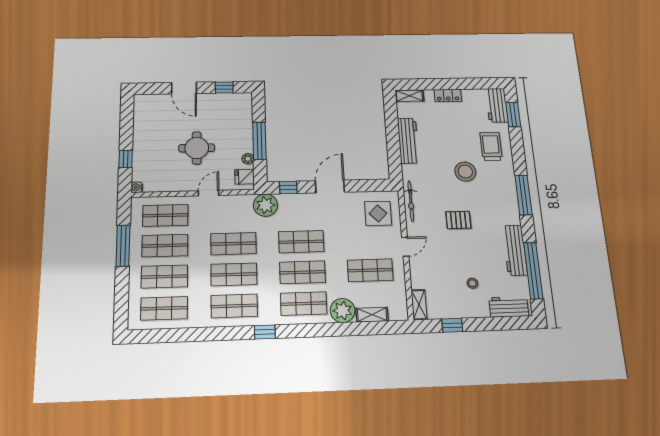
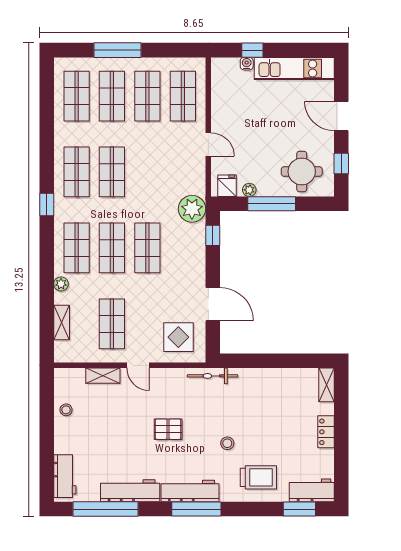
door: (184, 88) -> (341, 116), hinge flipped
kitchen unit: (143, 125) -> (294, 69), added
workbench: (408, 141) -> (190, 491), moved, turned 180
round table: (197, 148) -> (302, 172), moved
stool: (465, 172) -> (227, 443), width x0.53, depth x0.53
door: (330, 186) -> (213, 304), moved
water cooler: (137, 187) -> (247, 64), moved
bicycle: (411, 201) -> (212, 376), moved
pallet: (458, 220) -> (168, 429), turned 90
shop shelf: (233, 244) -> (147, 172), removed
window: (123, 246) -> (118, 50), moved
stool: (472, 283) -> (66, 410), moved
shelving: (419, 305) -> (103, 376), moved
plant: (343, 311) -> (61, 284), width x0.53, depth x0.53
window: (452, 325) -> (47, 410), removed

